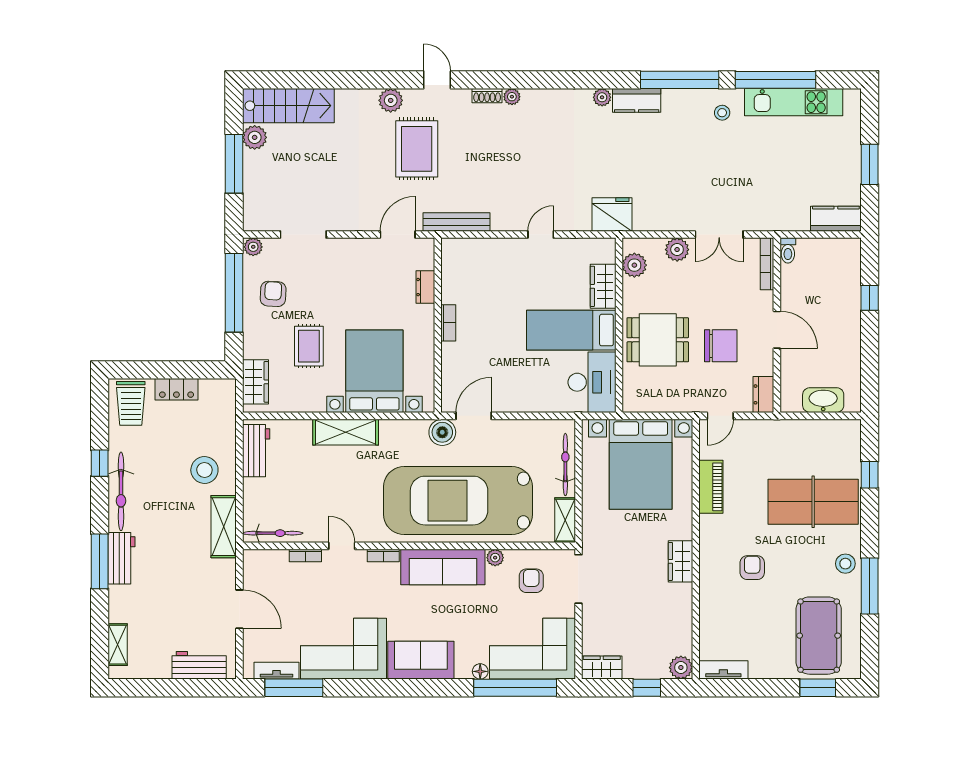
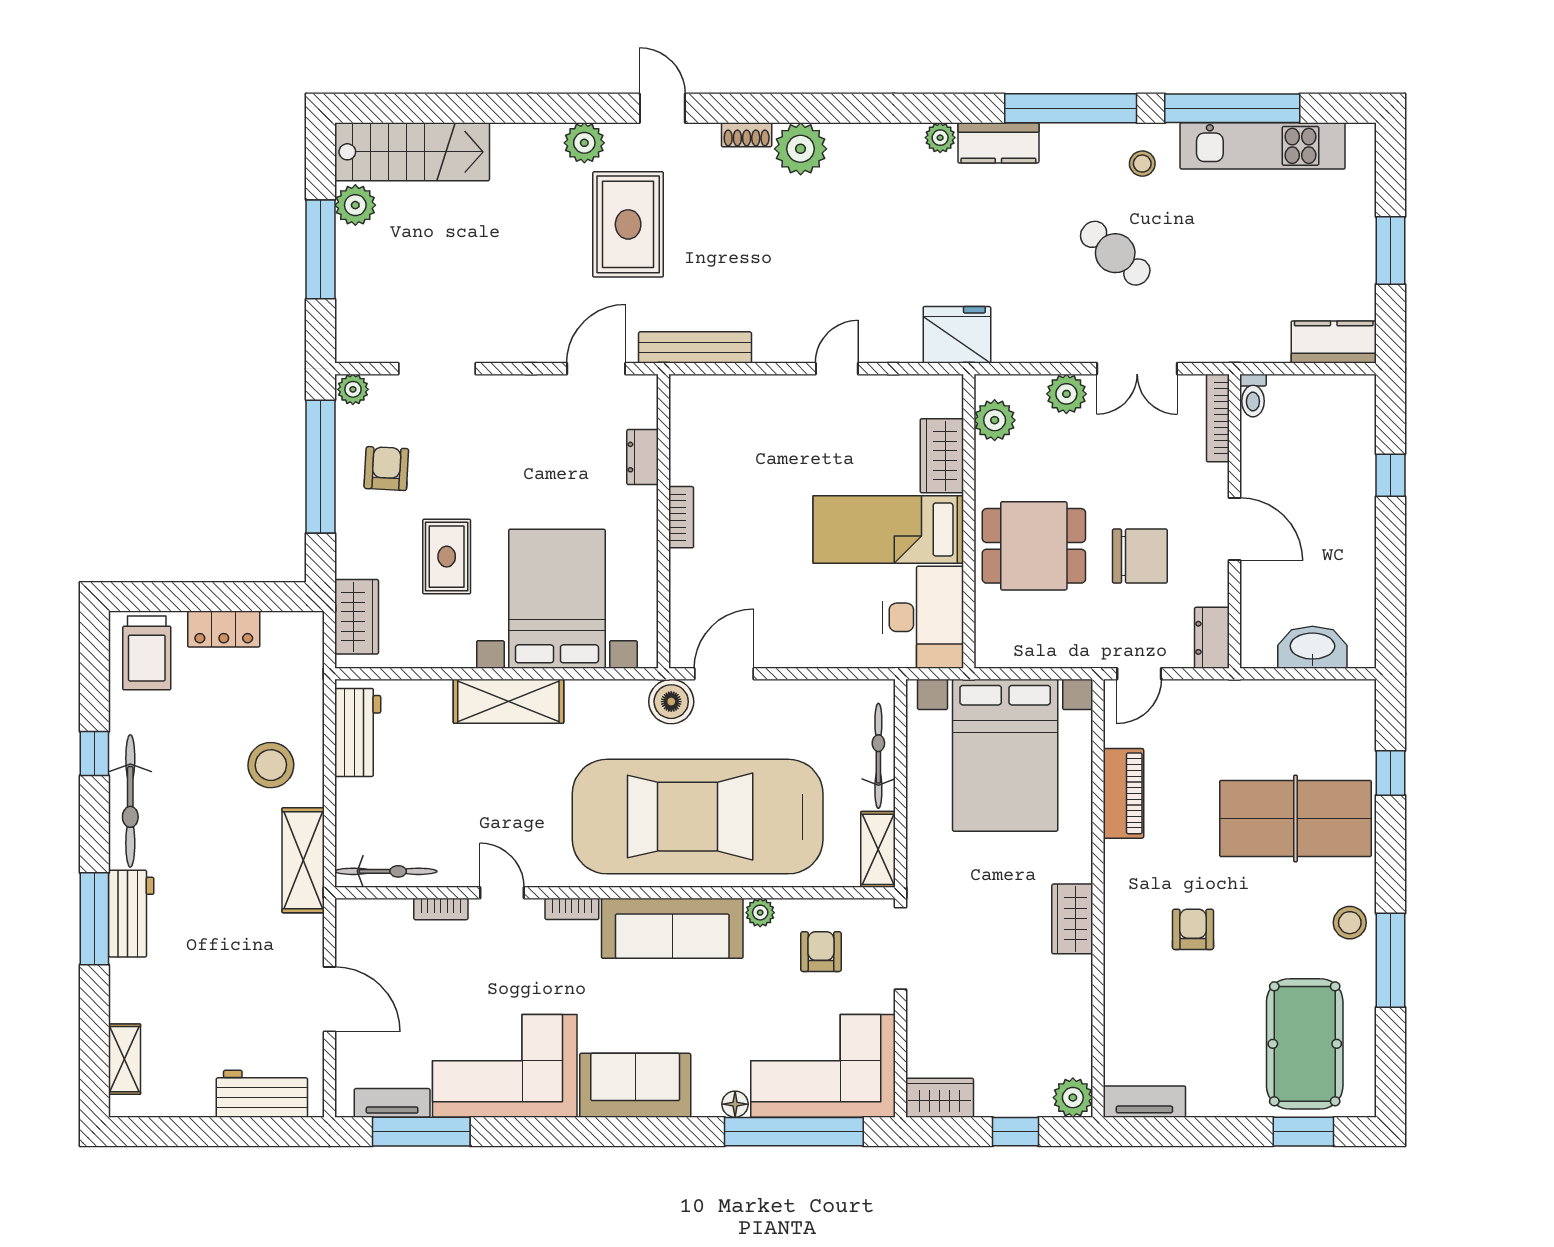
plant: (512, 97) -> (801, 149), width x1.88, depth x1.88
cafe table: (706, 166) -> (1115, 253), added

